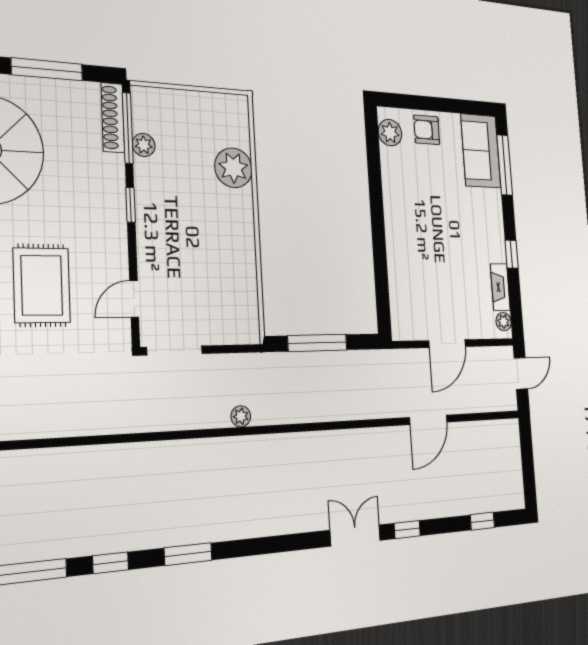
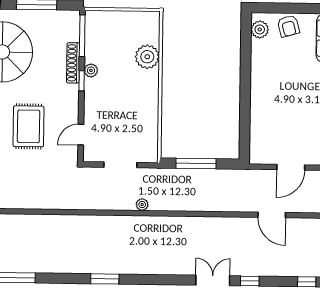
shoe rack: (113, 118) -> (73, 63), moved
armchair: (427, 130) -> (288, 26), turned -105
plant: (144, 145) -> (91, 70), moved
doorway: (175, 350) -> (120, 165), moved
door: (428, 420) -> (272, 215), hinge flipped
window: (111, 563) -> (60, 278), removed

